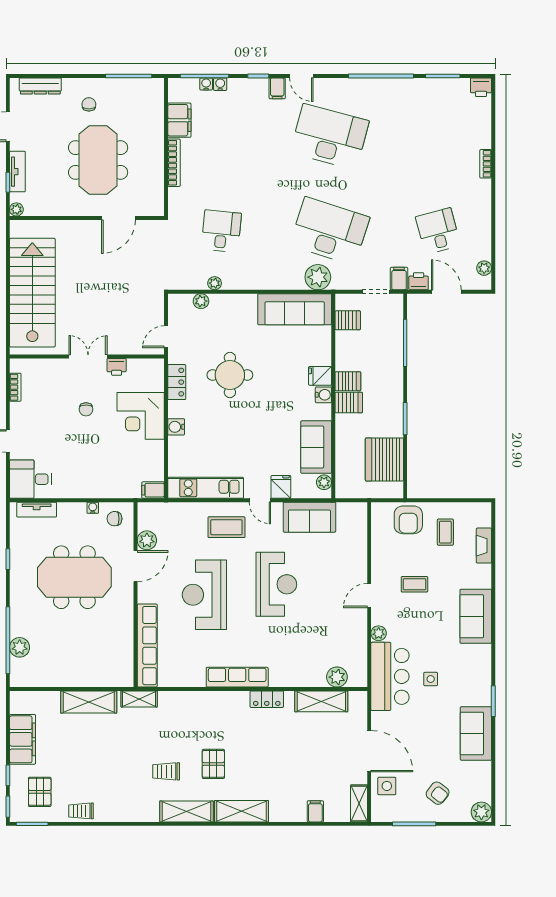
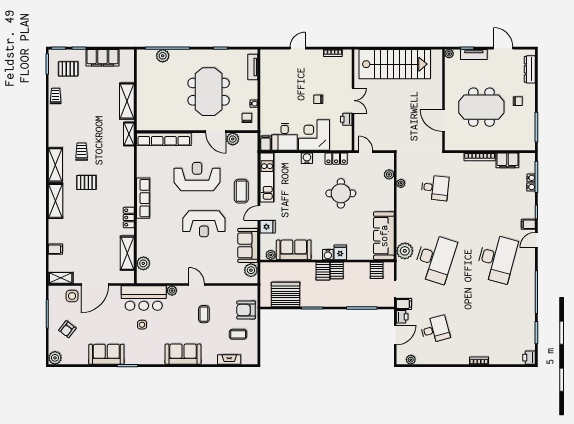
desk: (30, 479) -> (285, 137), moved, turned 180
plant: (347, 512) -> (251, 270), added

